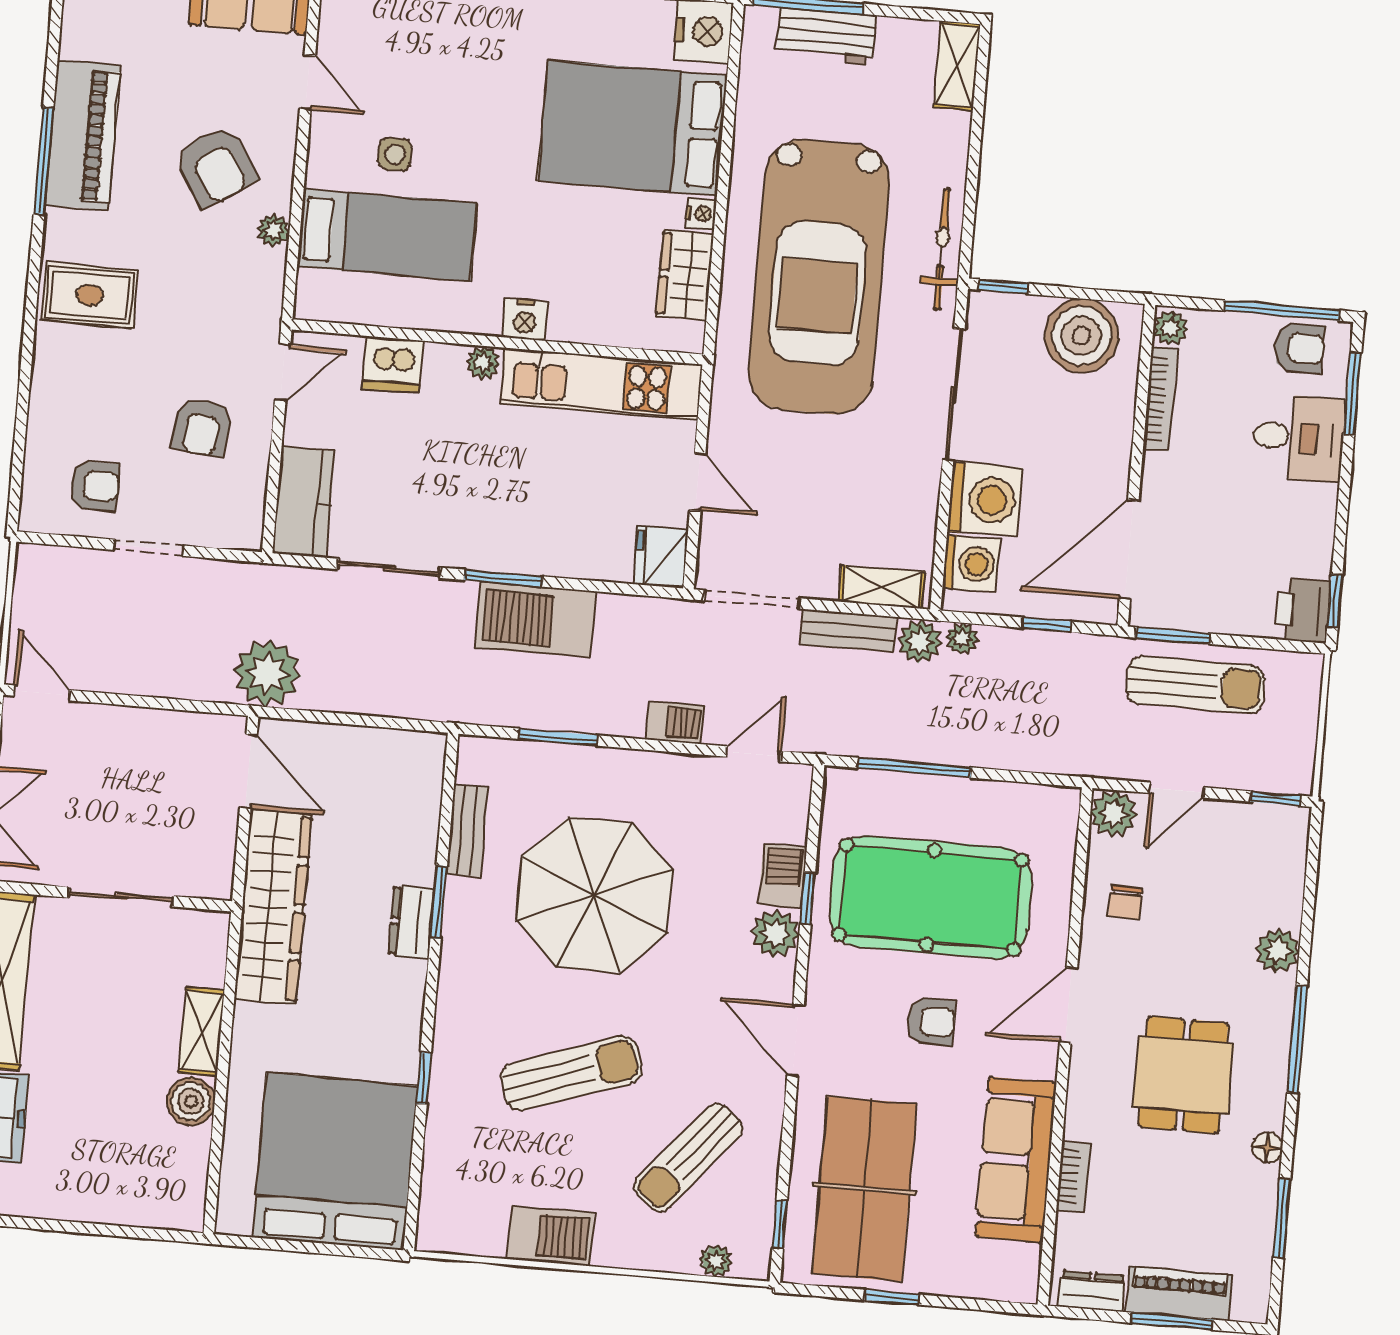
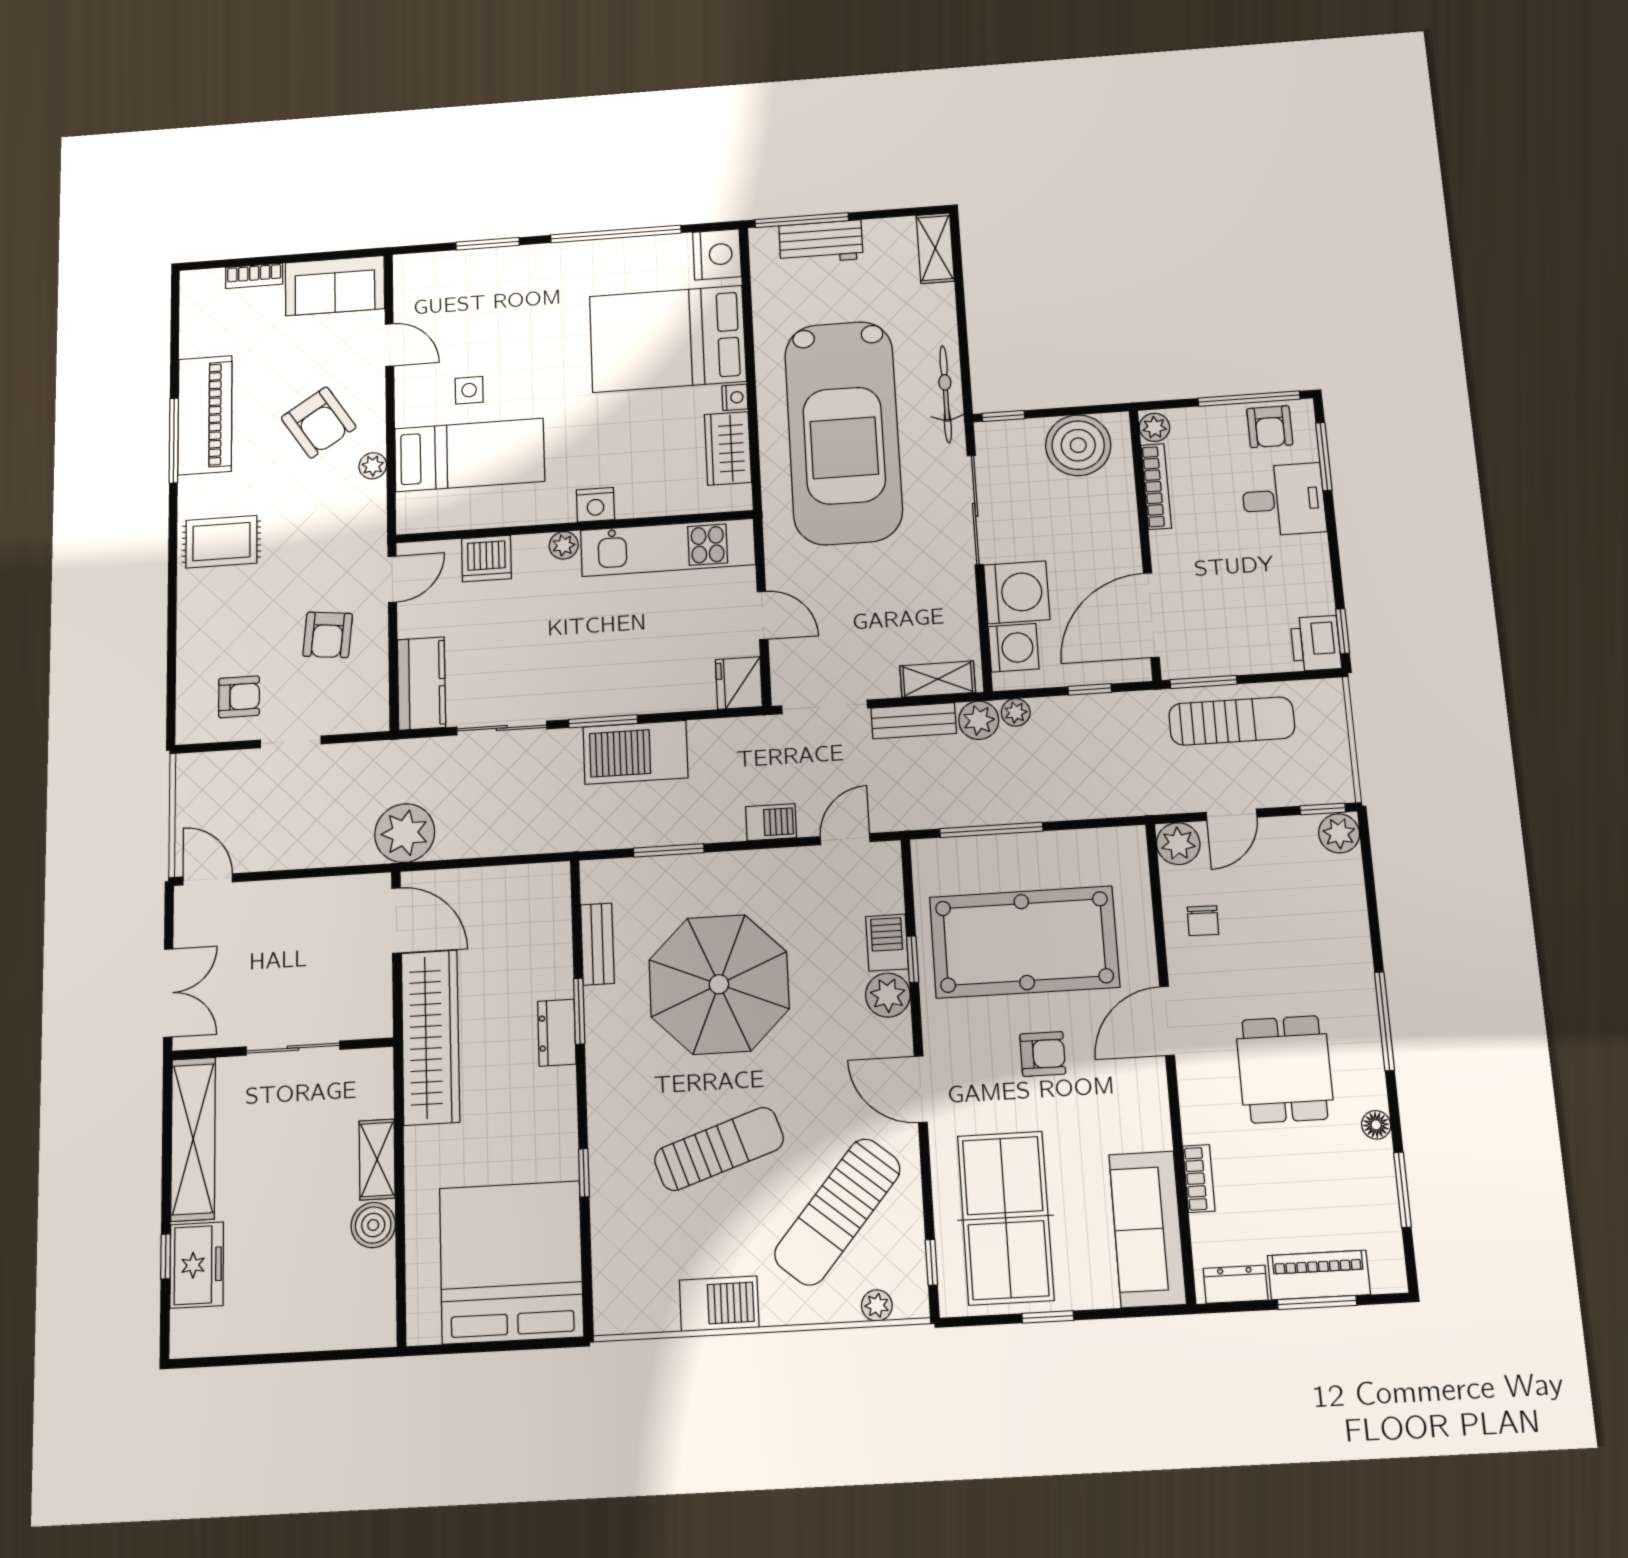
armchair: (1299, 348) -> (1270, 427), turned 90
plant: (1277, 951) -> (1339, 833), moved
sun lounger: (688, 1158) -> (837, 1212), width x1.36, depth x1.34
sofa: (1016, 1160) -> (1147, 1229), moved

